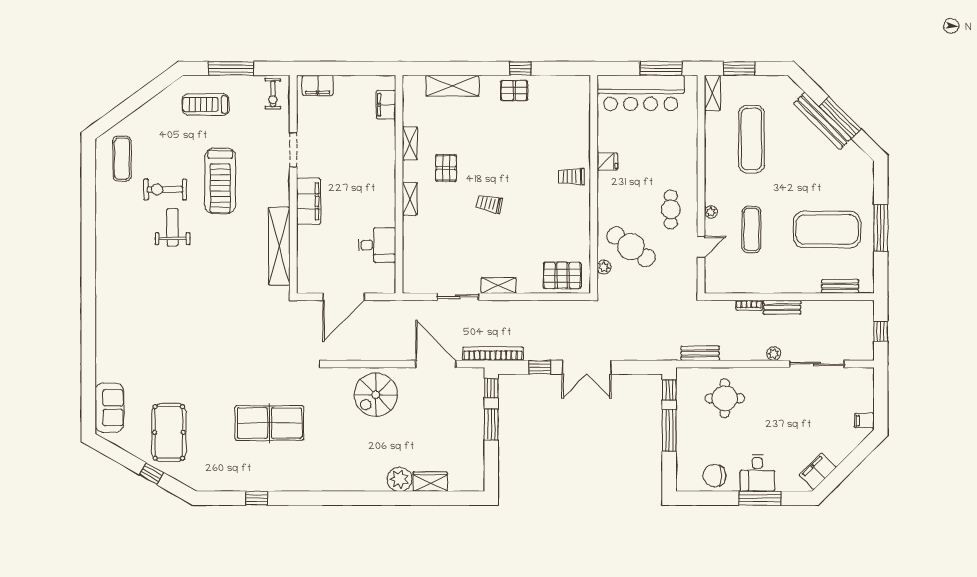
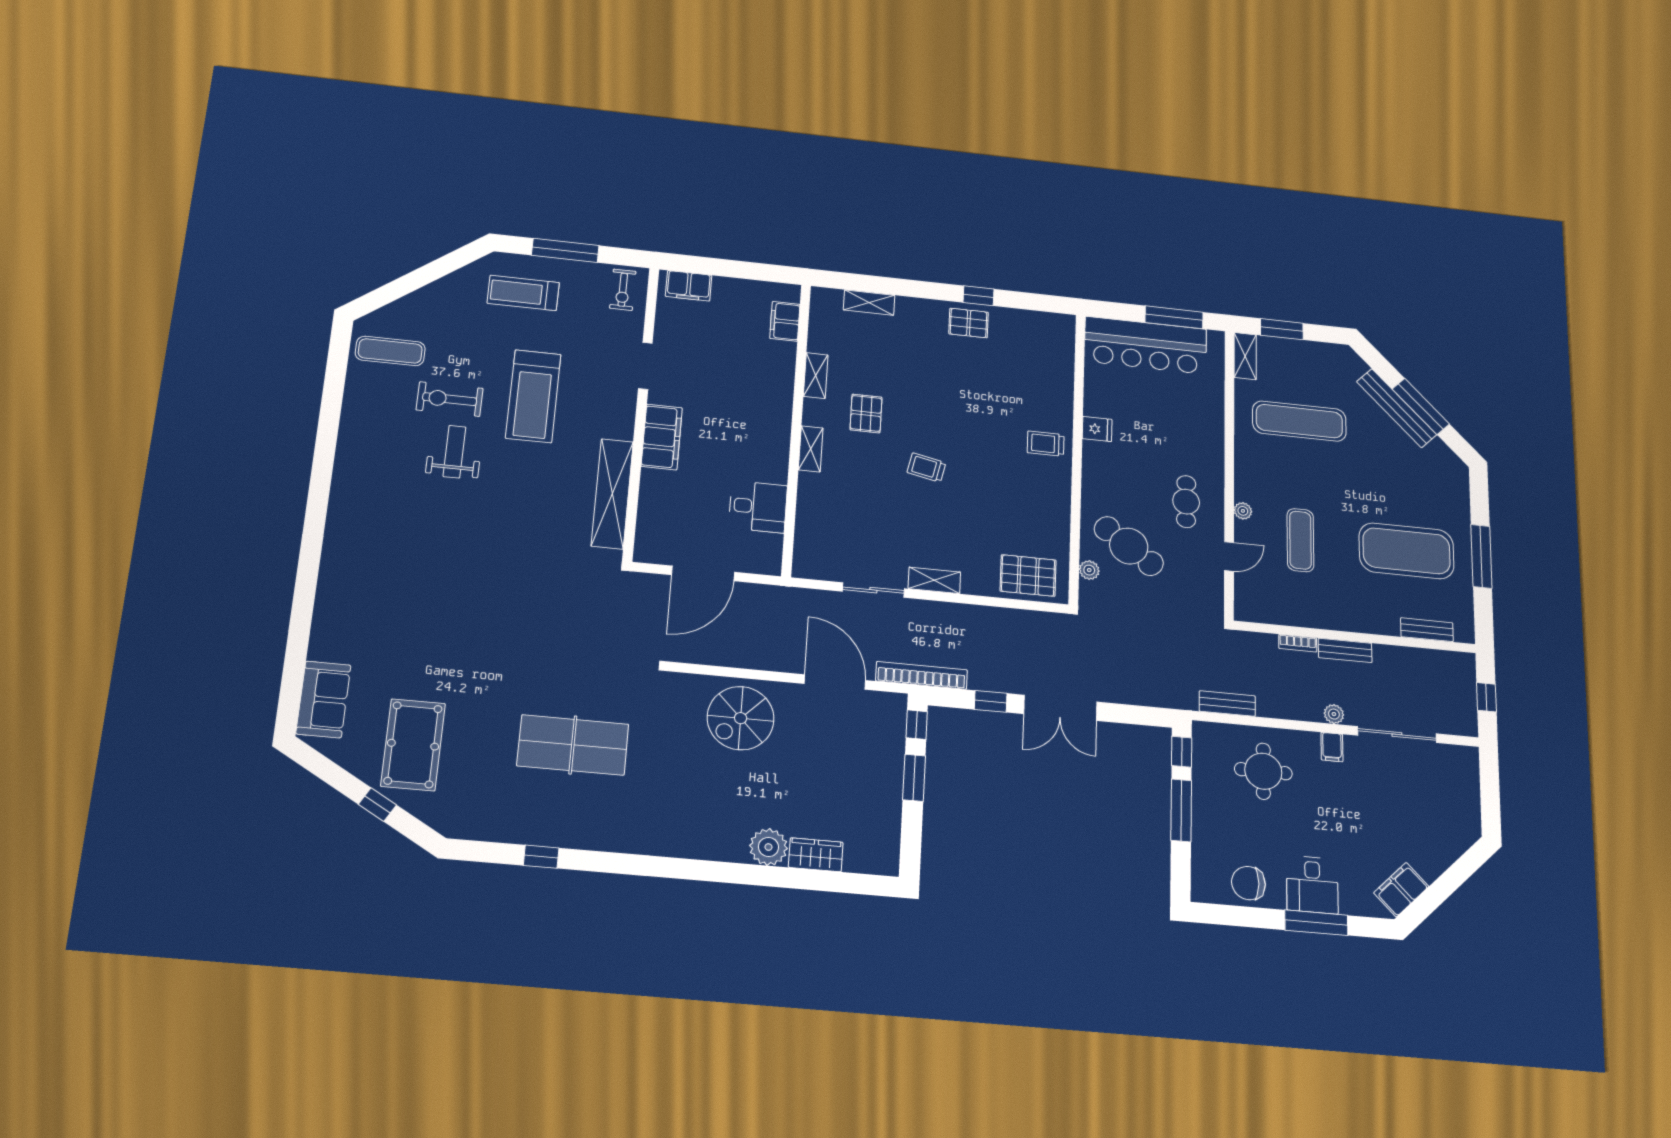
shelving: (452, 86) -> (869, 303), width x0.67, depth x0.75
exercise mat: (751, 139) -> (1299, 421), turned 90
exercise mat: (122, 159) -> (390, 351), turned 90
filing cabinet: (864, 421) -> (1332, 747), moved, turned -90

